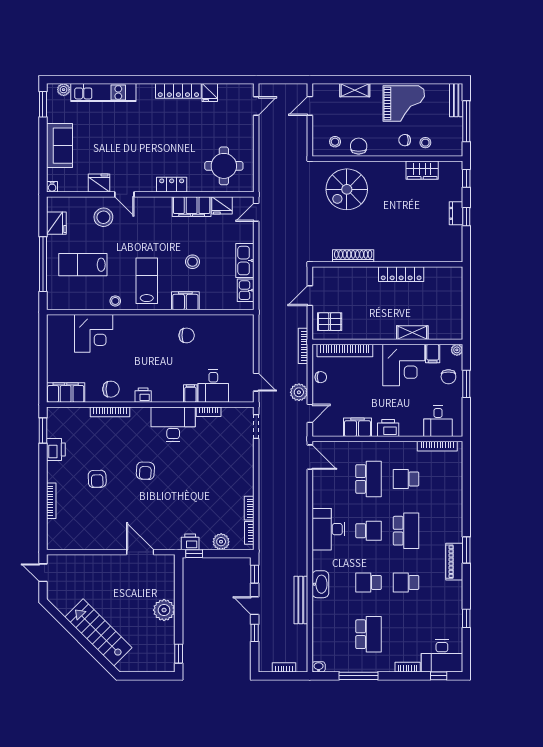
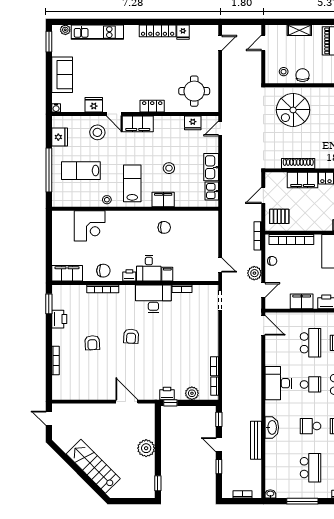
filing cabinet: (192, 207) -> (138, 124), moved
filing cabinet: (359, 276) -> (303, 180), added
desk: (213, 386) -> (149, 268), moved

